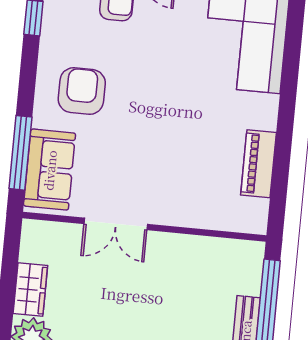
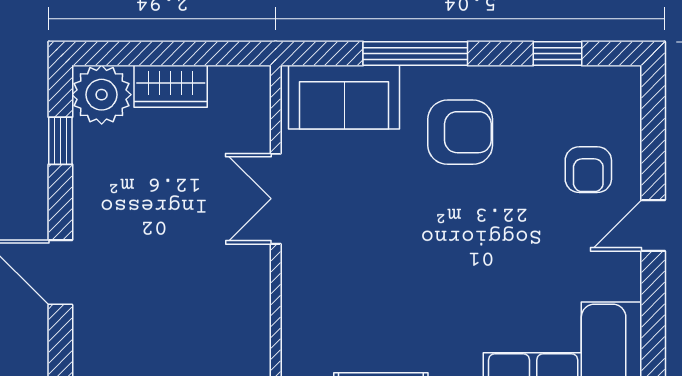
window: (20, 153) -> (415, 53), moved

